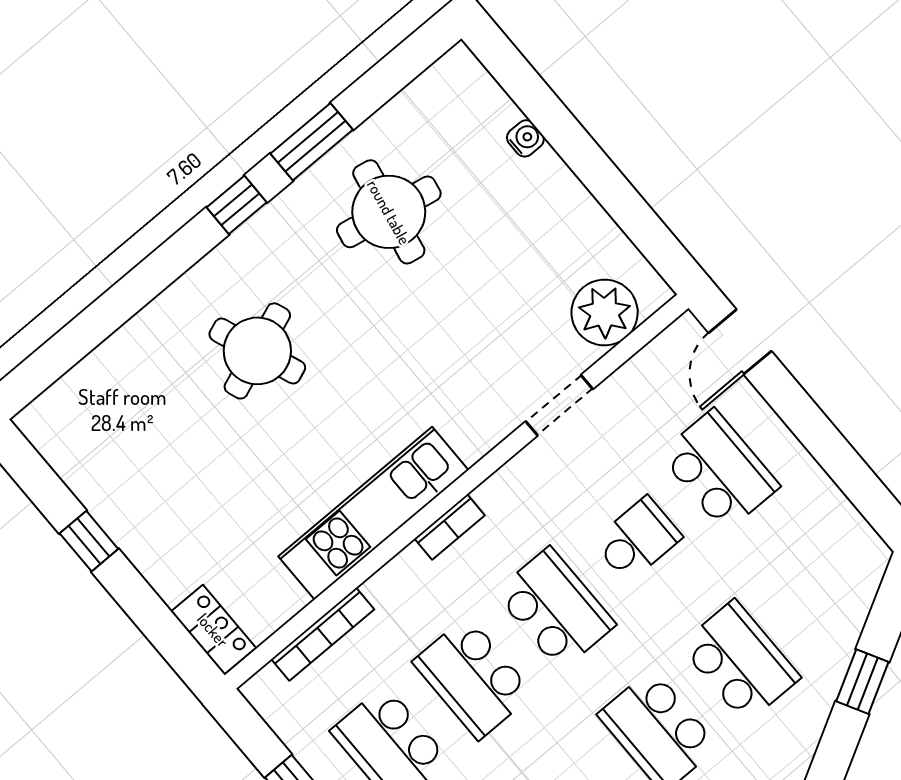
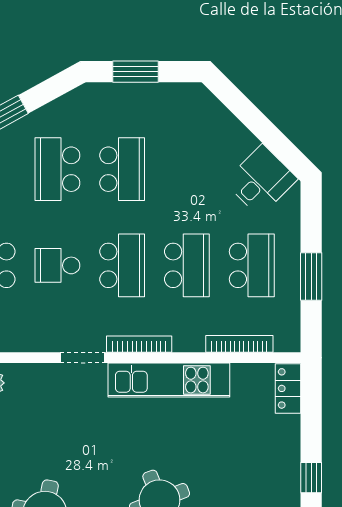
doorway: (559, 405) -> (82, 358), moved
bookcase: (450, 527) -> (139, 344), width x1.56
school desk: (555, 609) -> (122, 265), turned 180

